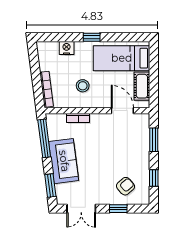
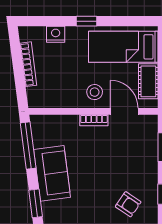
stool: (83, 86) -> (95, 92), moved
bookcase: (47, 89) -> (28, 64), moved
bookcase: (78, 118) -> (94, 120), moved
armchair: (125, 186) -> (128, 204), turned 75

